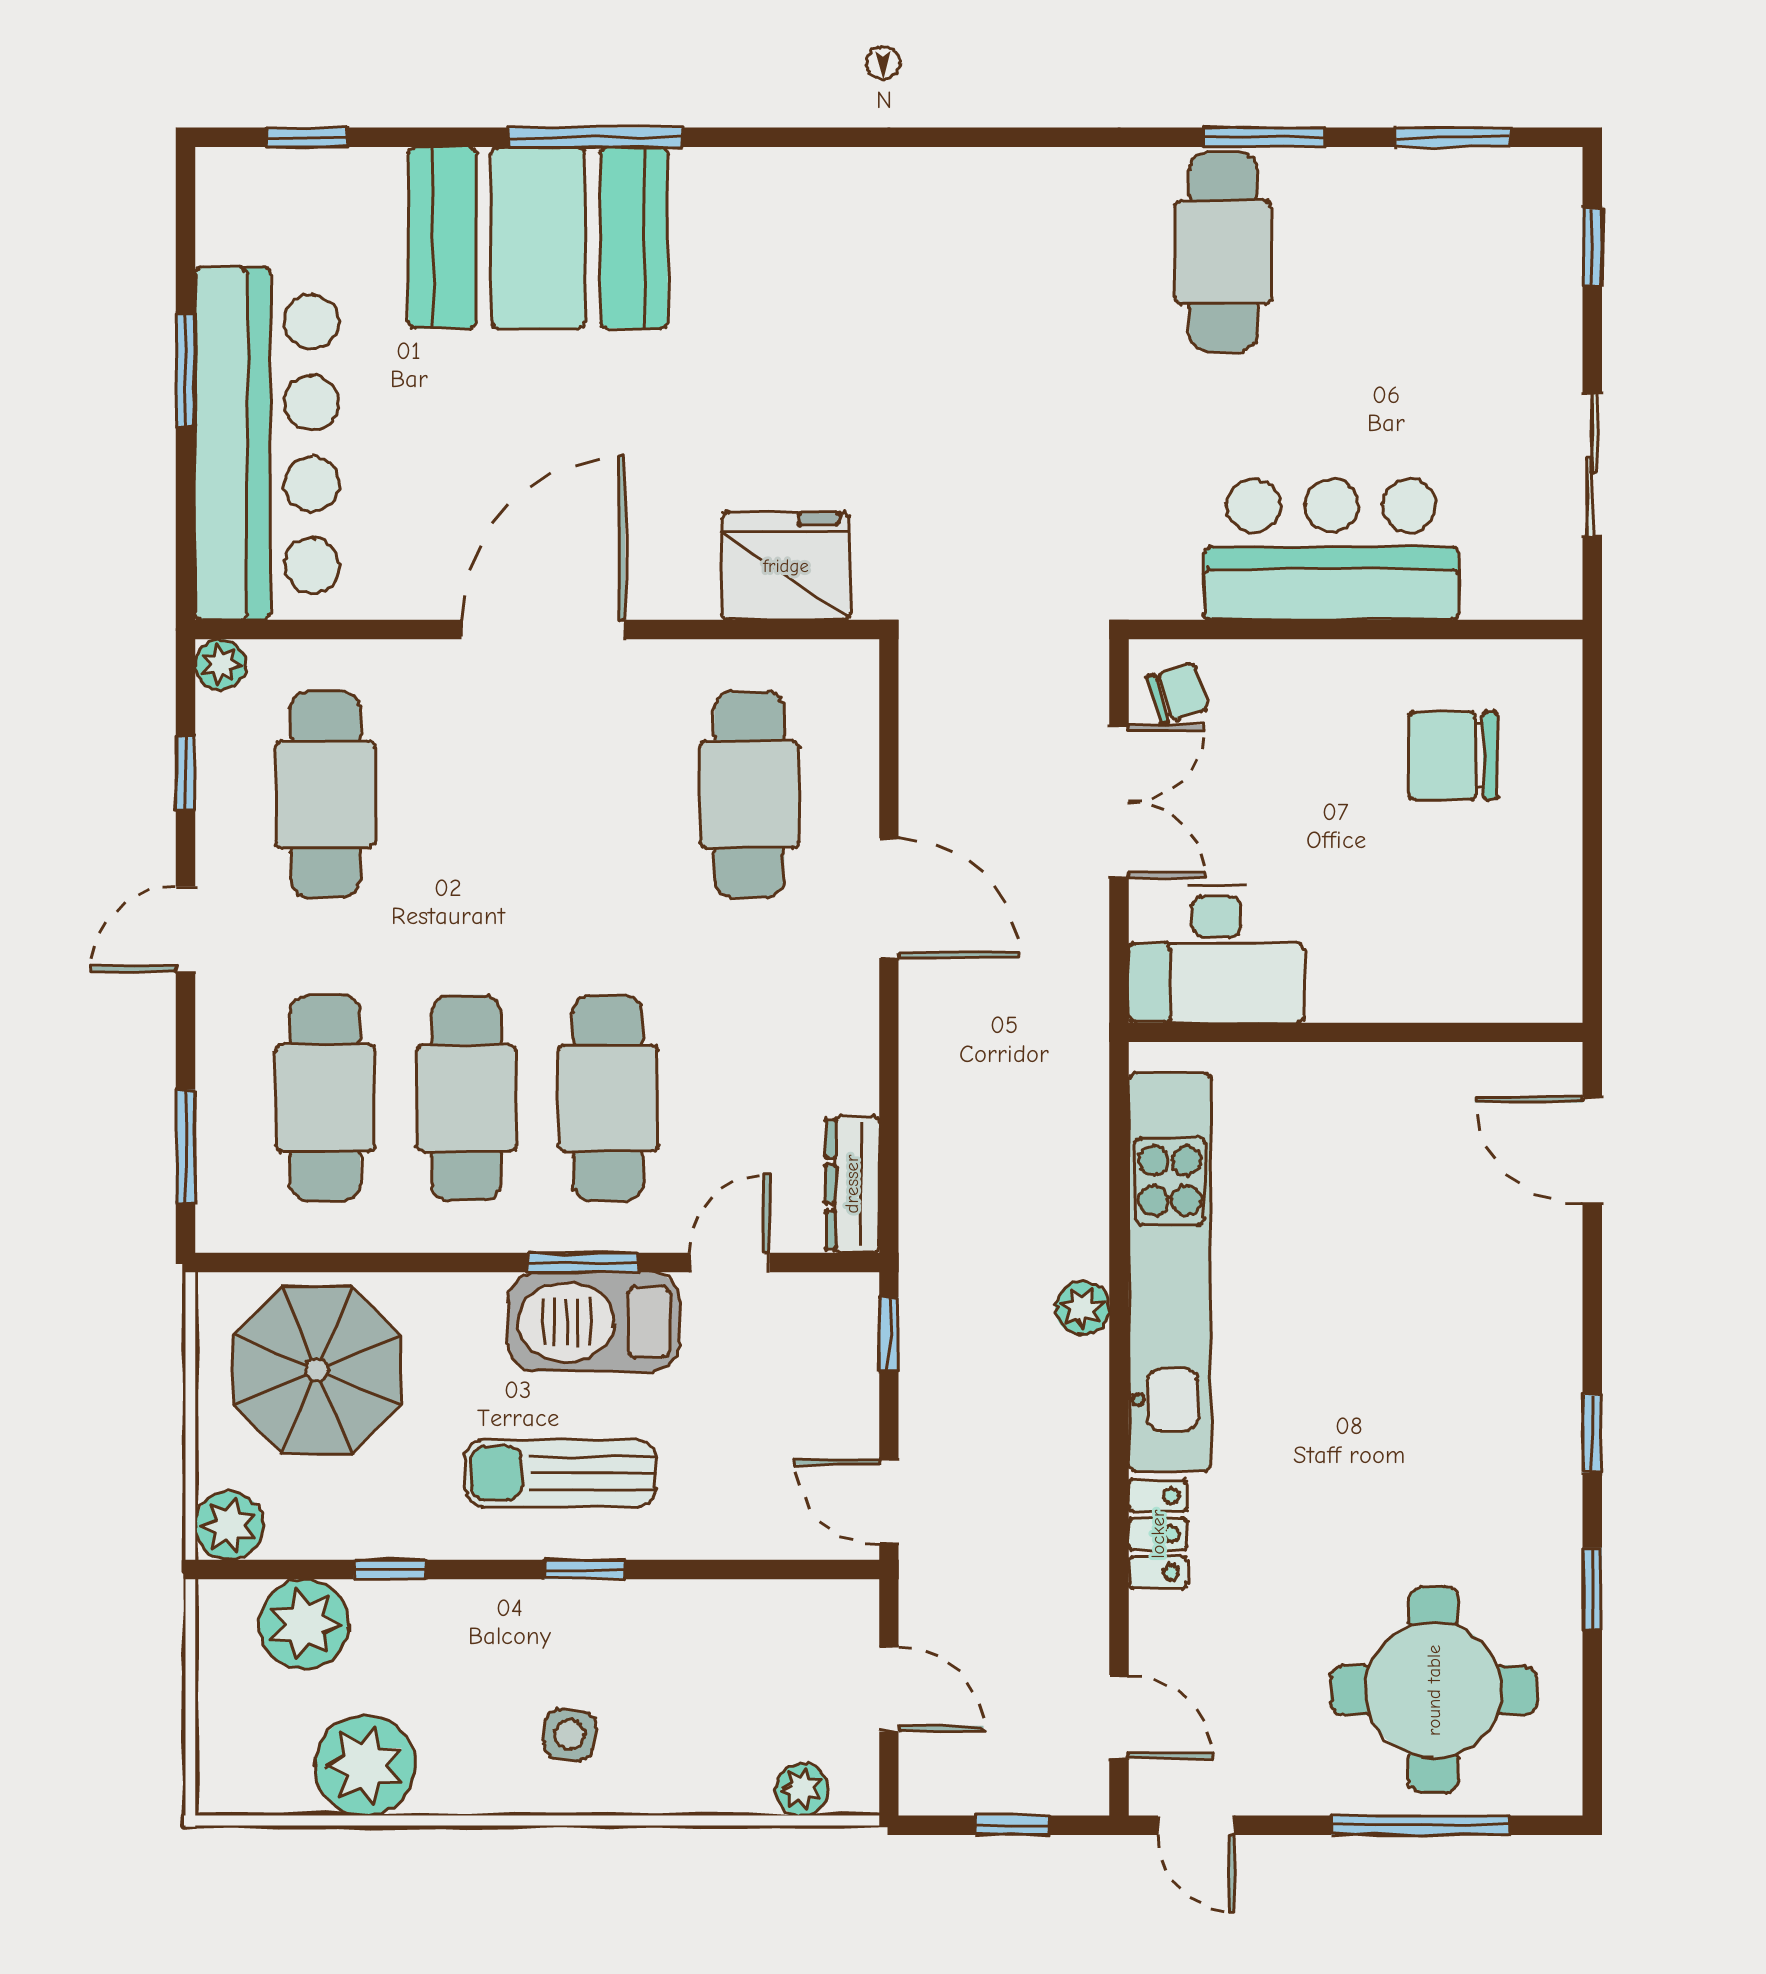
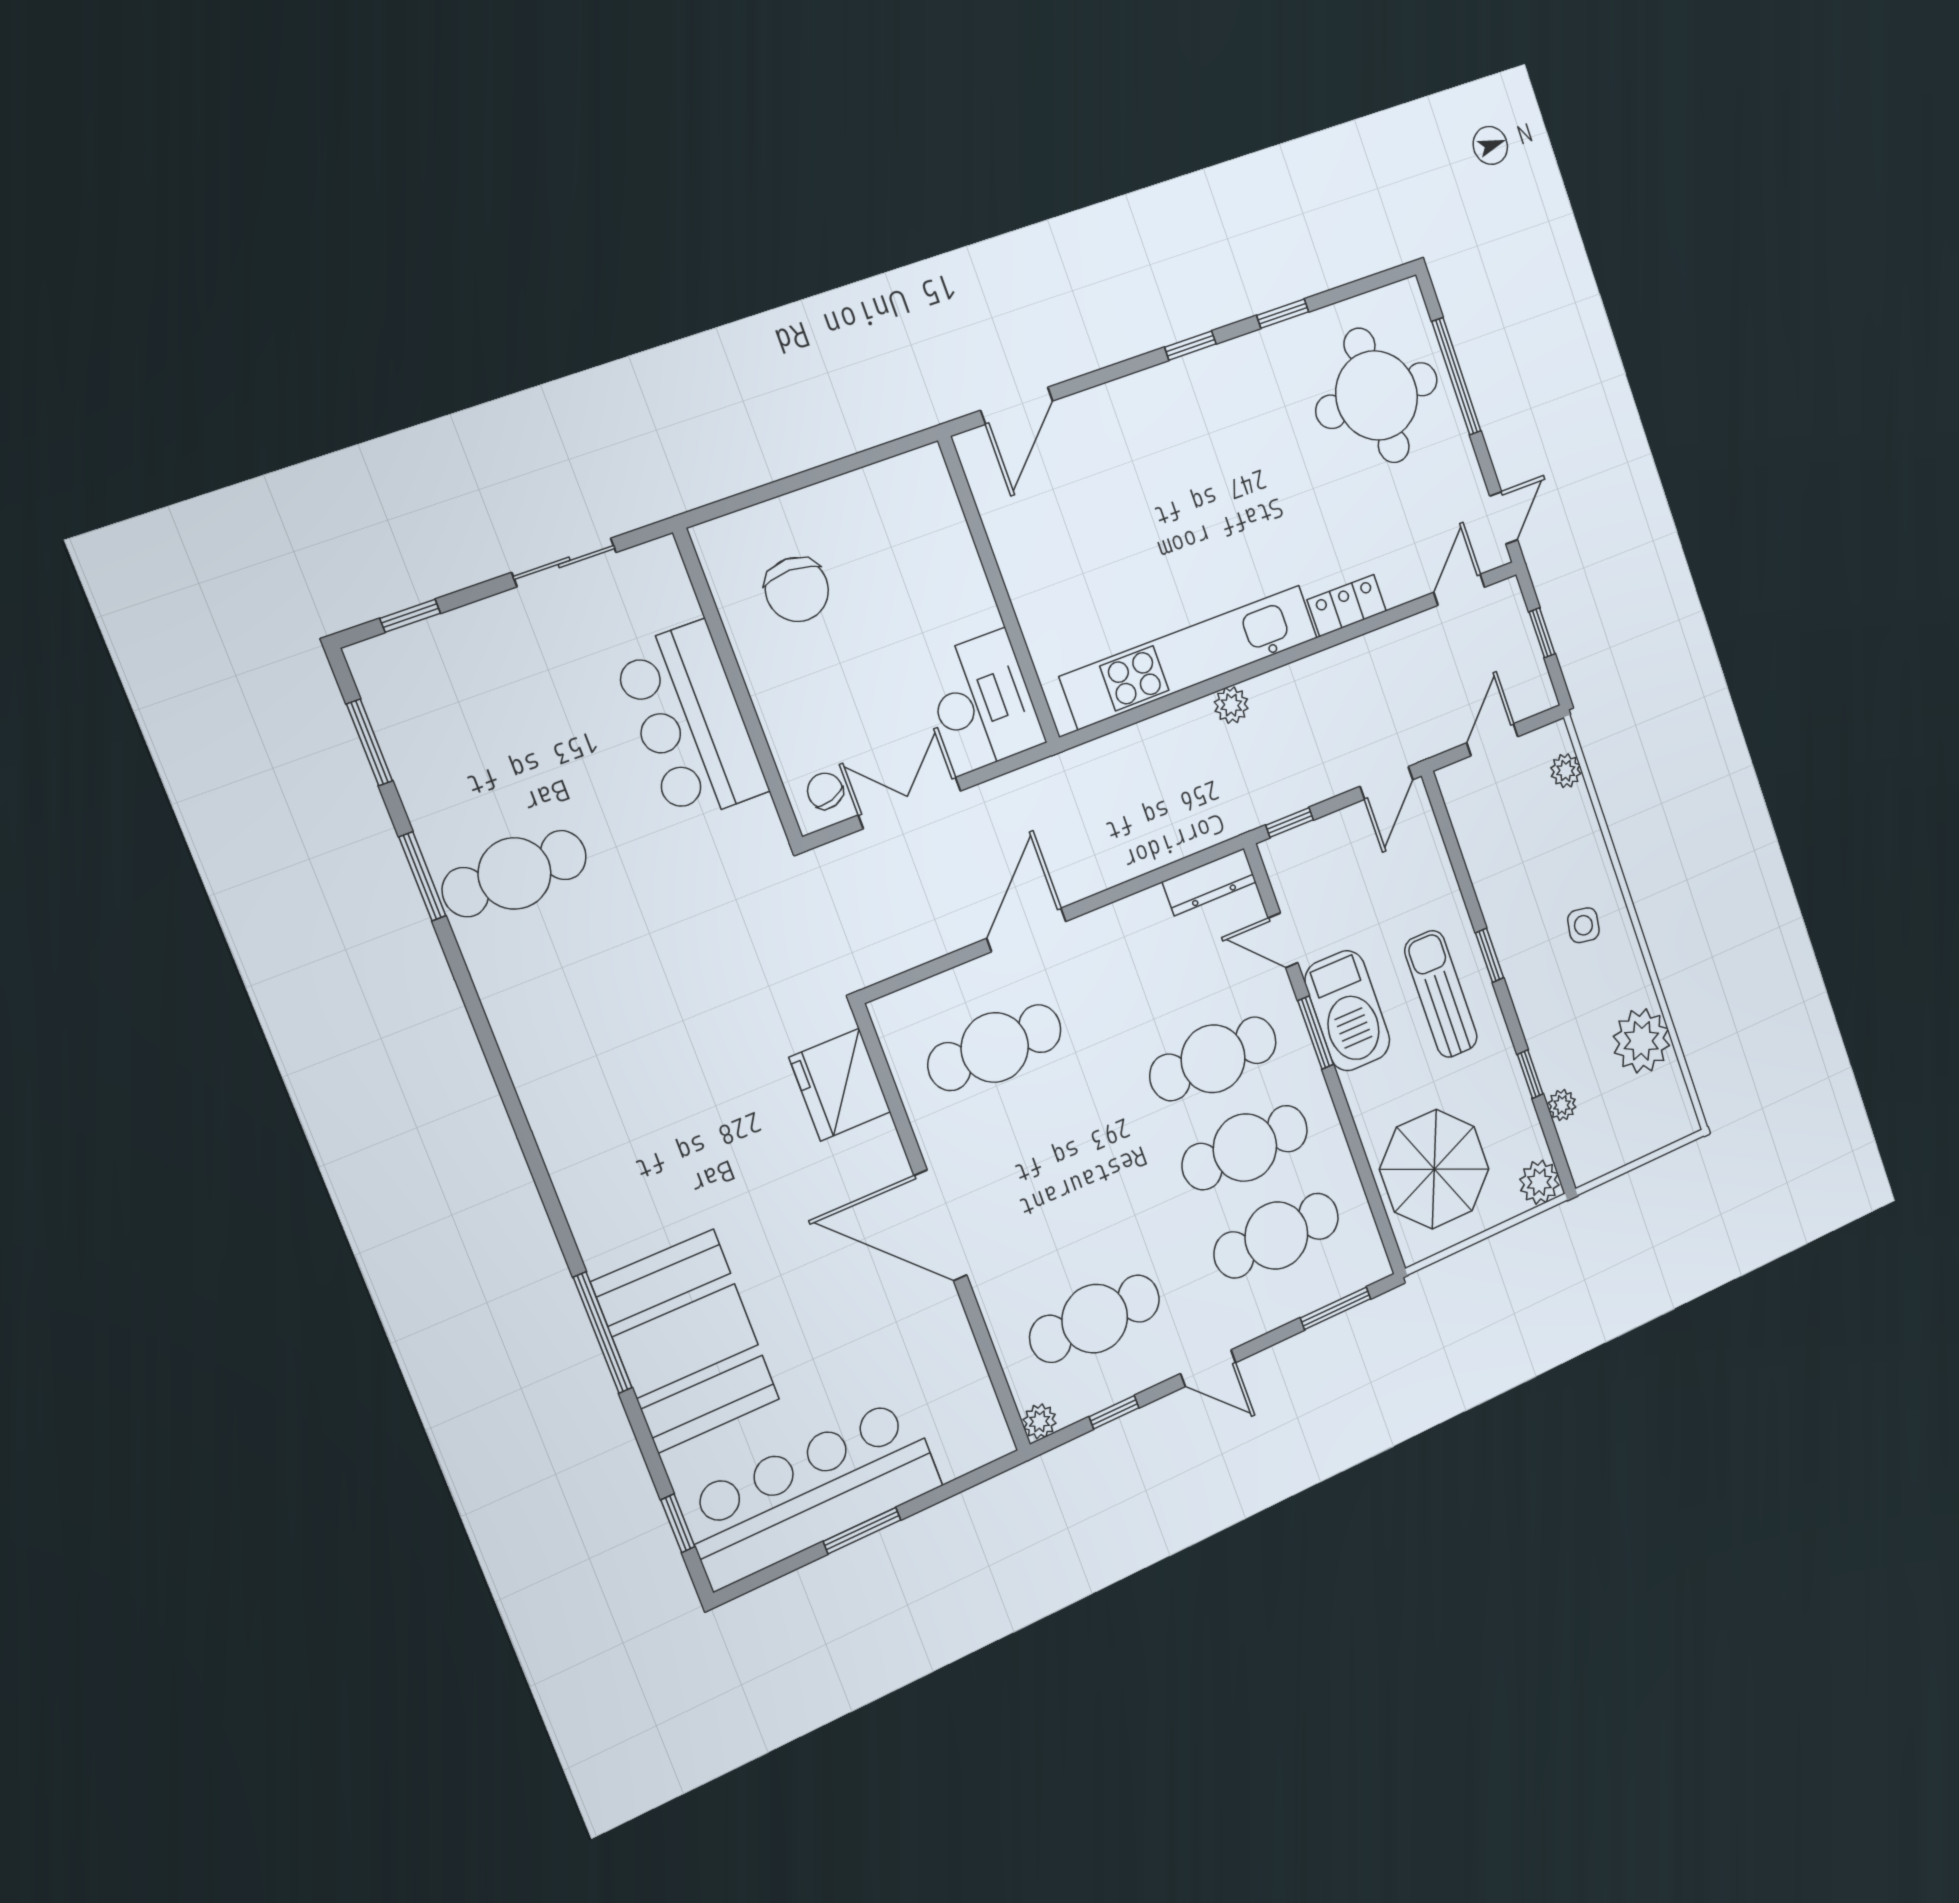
bar counter: (267, 443) -> (811, 1492), moved
sun lounger: (560, 1473) -> (1441, 994), turned 180
plant: (304, 1624) -> (1562, 1105), width x0.53, depth x0.53

